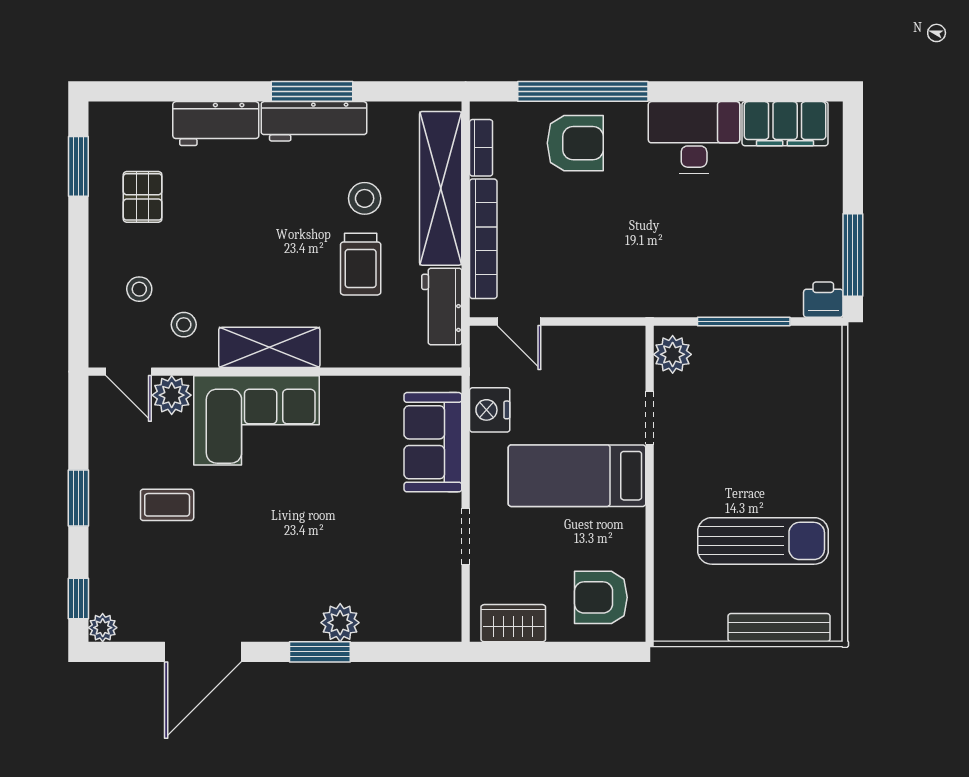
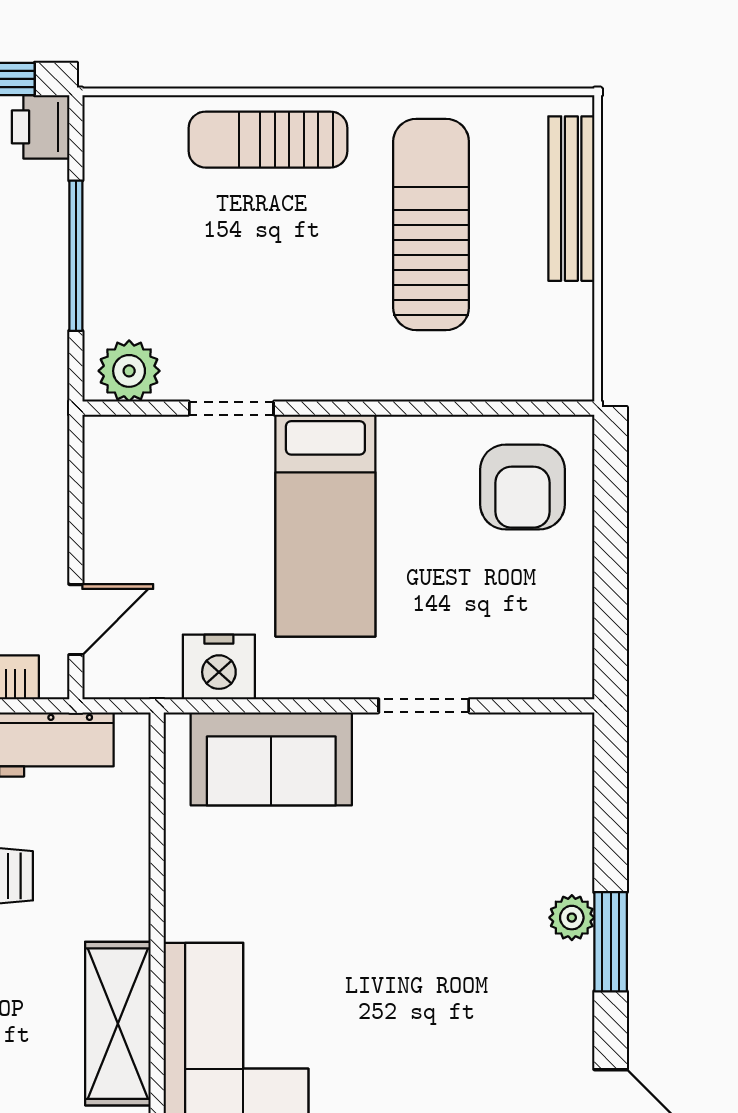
sun lounger: (815, 440) -> (268, 140), added
plant: (340, 623) -> (572, 918), width x0.73, depth x0.73
wardrobe: (513, 623) -> (564, 629), removed

